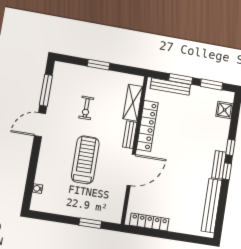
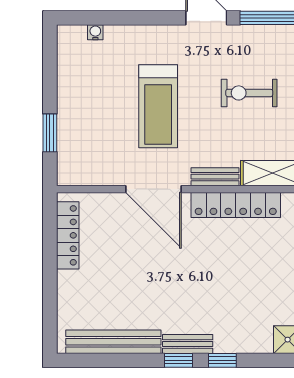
exercise bike: (86, 108) -> (249, 93), width x1.38, depth x1.39
treadmill: (85, 160) -> (158, 106), turned 90

